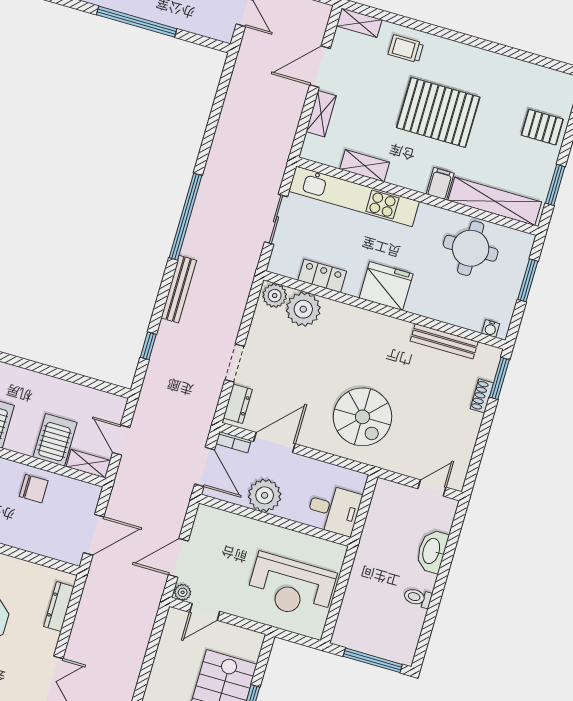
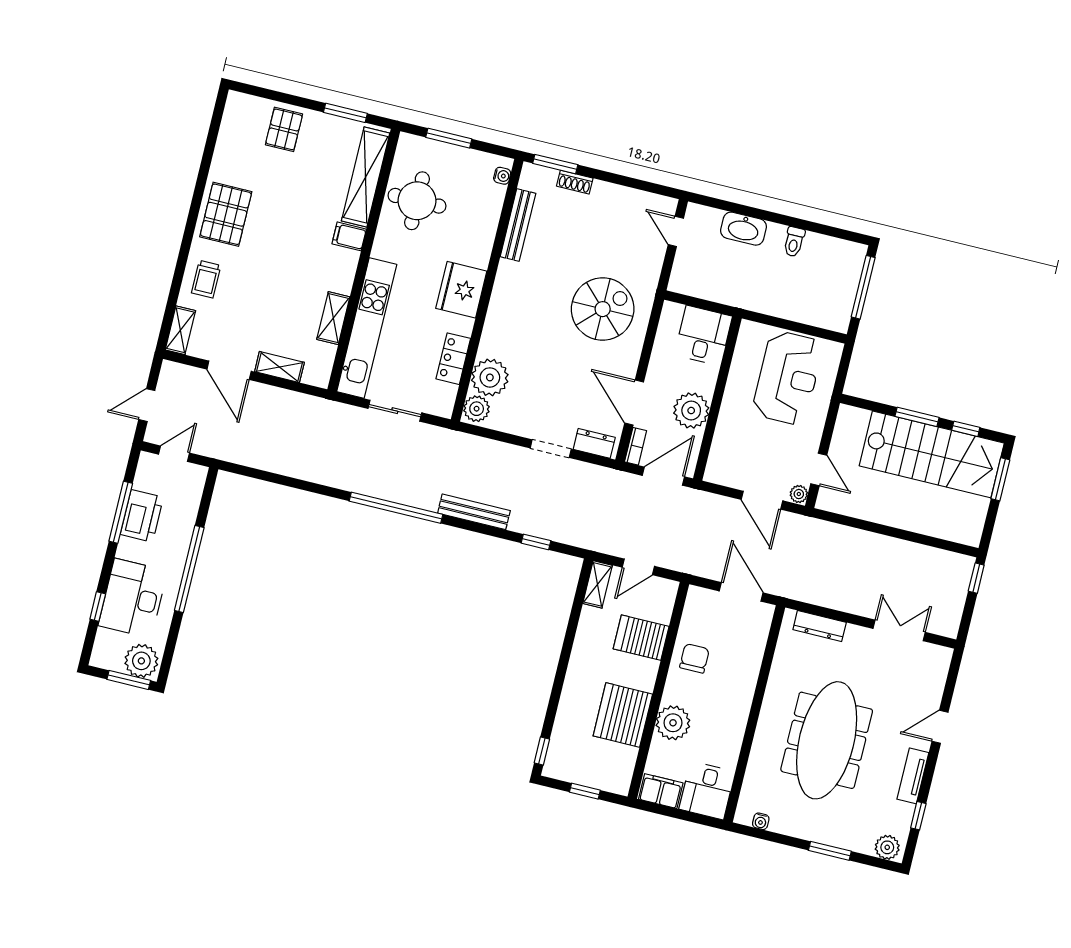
pallet: (438, 112) -> (226, 214), moved, width x0.73, depth x0.71
shelving: (88, 464) -> (598, 584), moved

